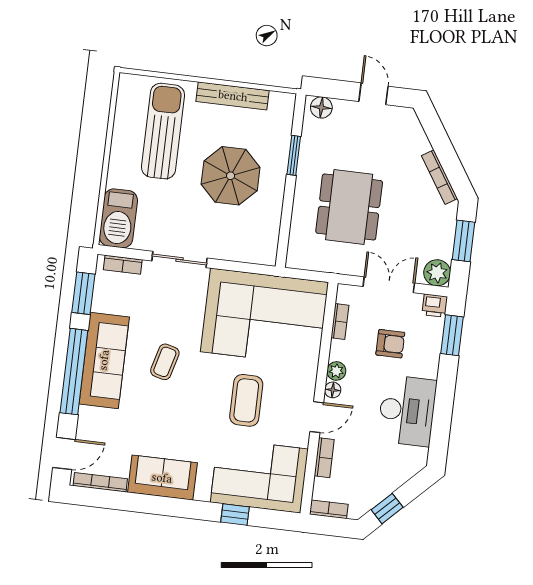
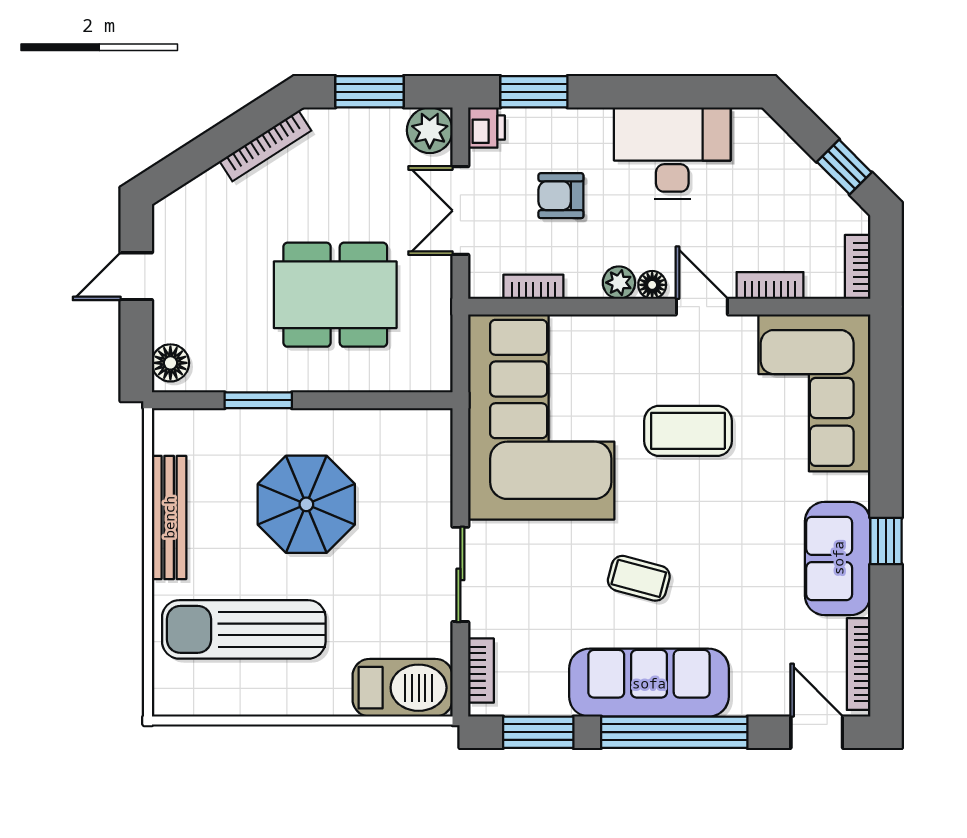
armchair: (390, 344) -> (561, 196), turned -90
window: (235, 515) -> (886, 541), moved

